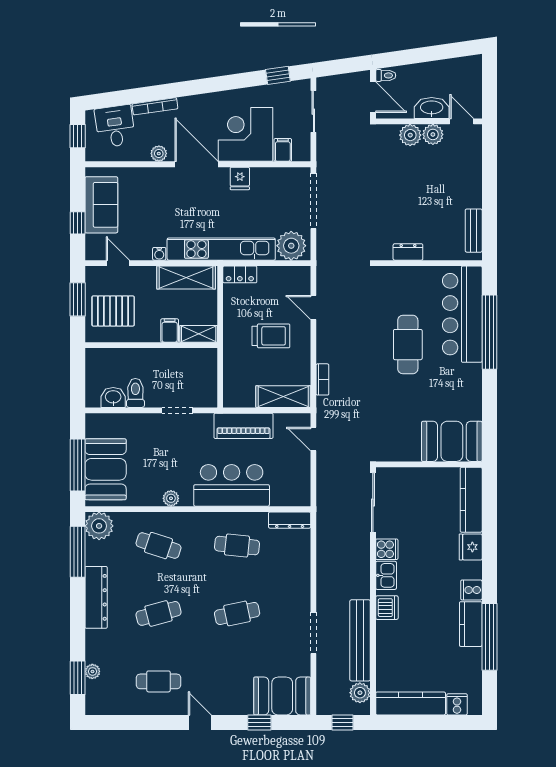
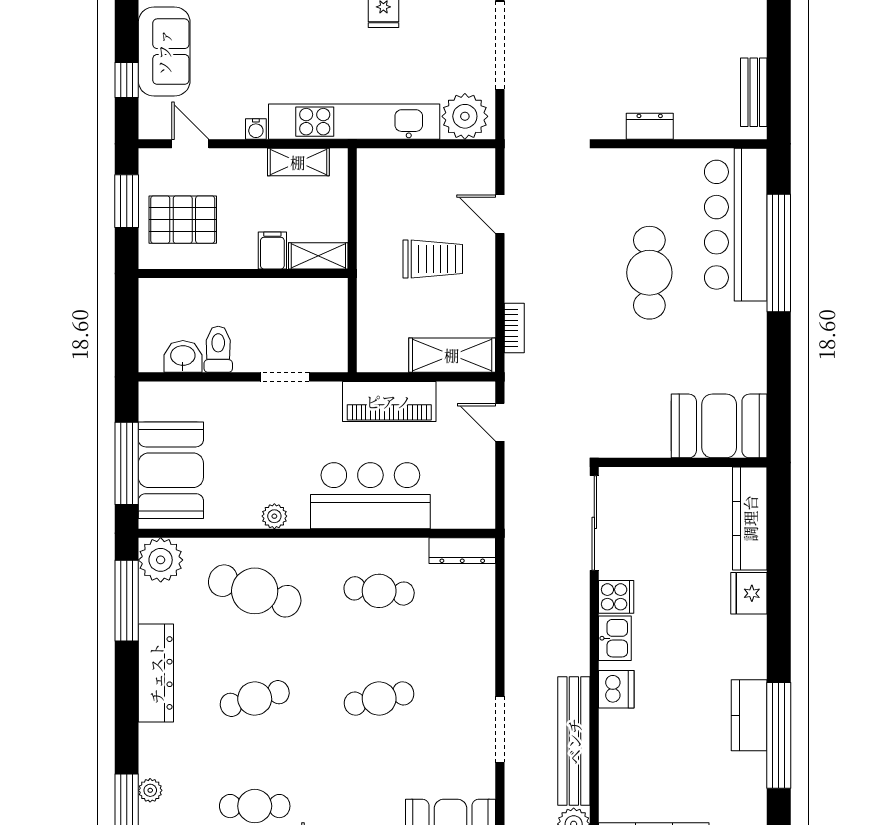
locker: (240, 274) -> (383, 162), removed
shelving: (186, 278) -> (298, 162), width x0.67, depth x0.75
cafe table: (158, 546) -> (255, 591), width x1.37, depth x1.35
cooker: (471, 590) -> (750, 661), removed

